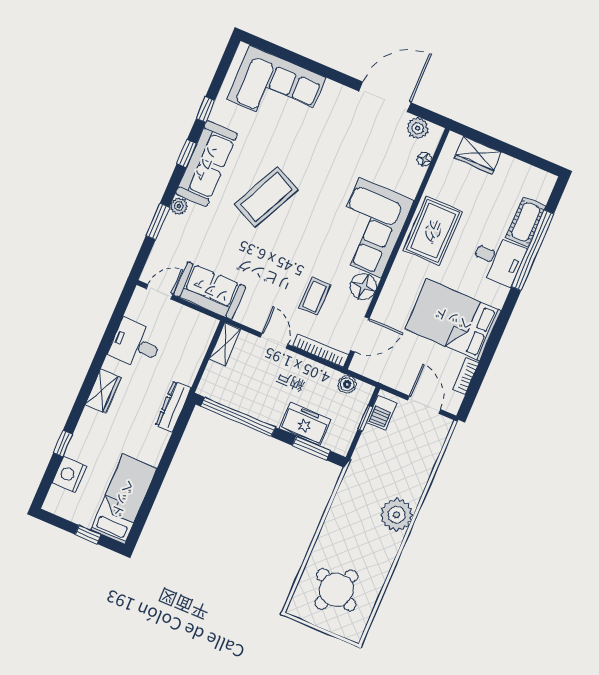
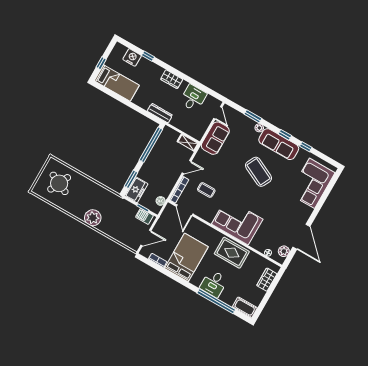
cot: (526, 222) -> (245, 307), moved
floor lamp: (363, 287) -> (208, 215), removed
freezer: (305, 424) -> (136, 190), moved

